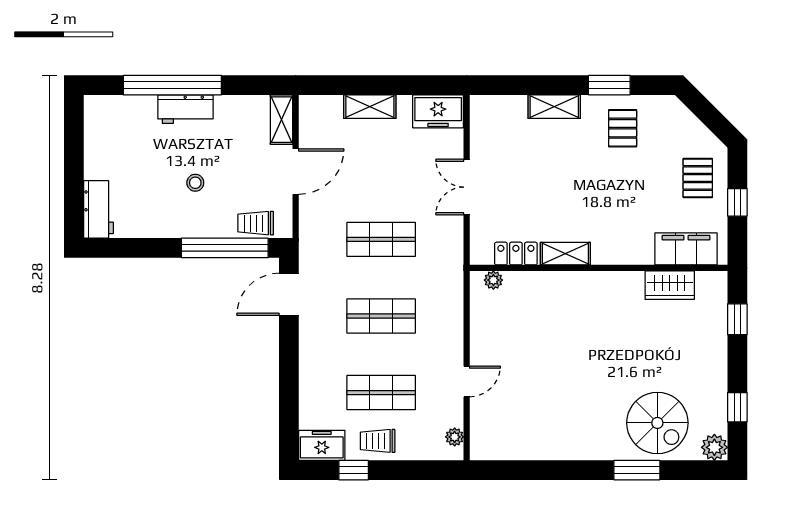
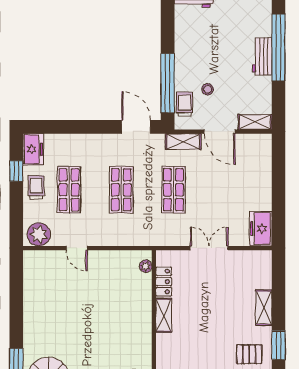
shelving: (370, 107) -> (183, 142), moved, turned 90
stool: (195, 183) -> (208, 89), moved
plant: (455, 437) -> (39, 234), width x1.88, depth x1.88

